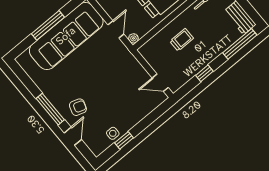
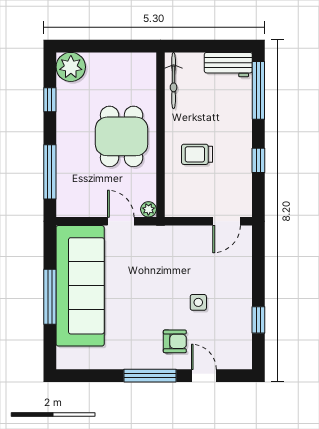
trolley: (182, 40) -> (197, 154), turned -90
armchair: (78, 107) -> (175, 341), turned 72
side table: (113, 133) -> (198, 302), moved

